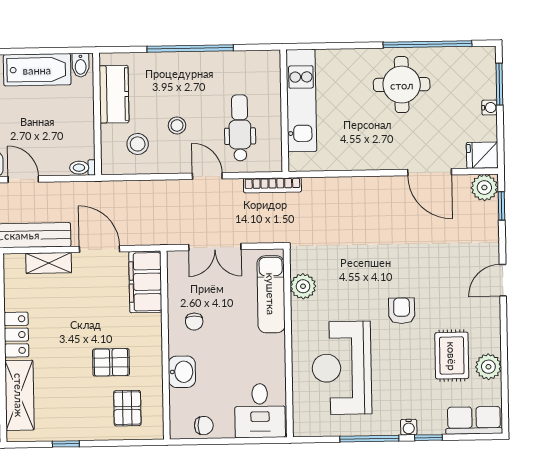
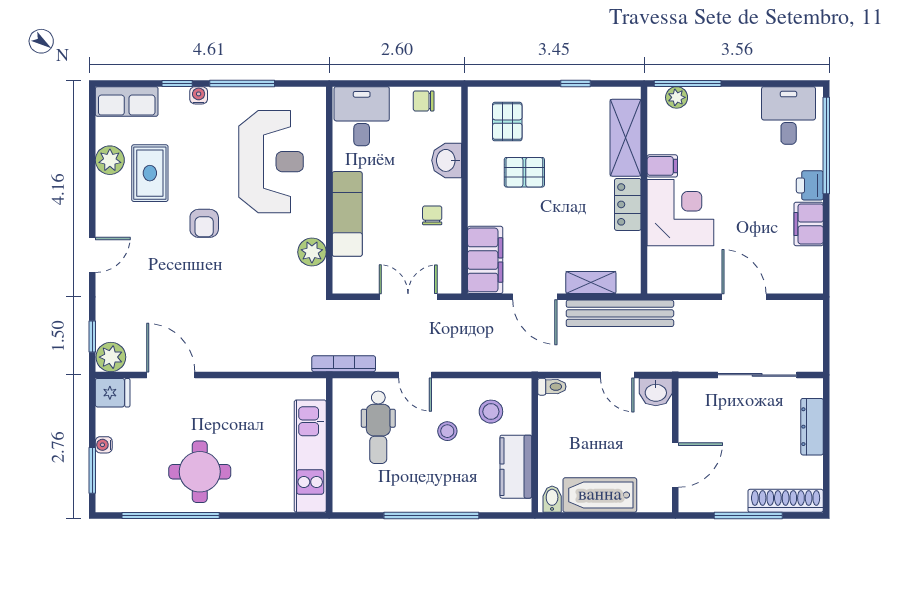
exam couch: (271, 294) -> (347, 214), moved

